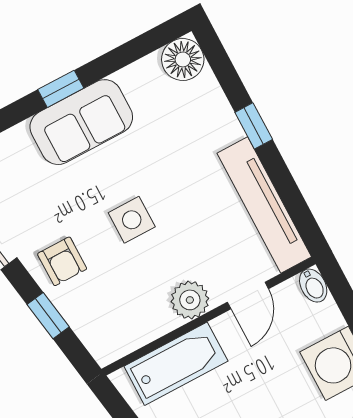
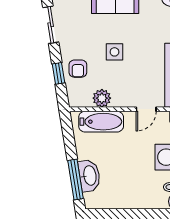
armchair: (62, 261) -> (78, 69), moved
plant: (190, 300) -> (102, 98), moved

